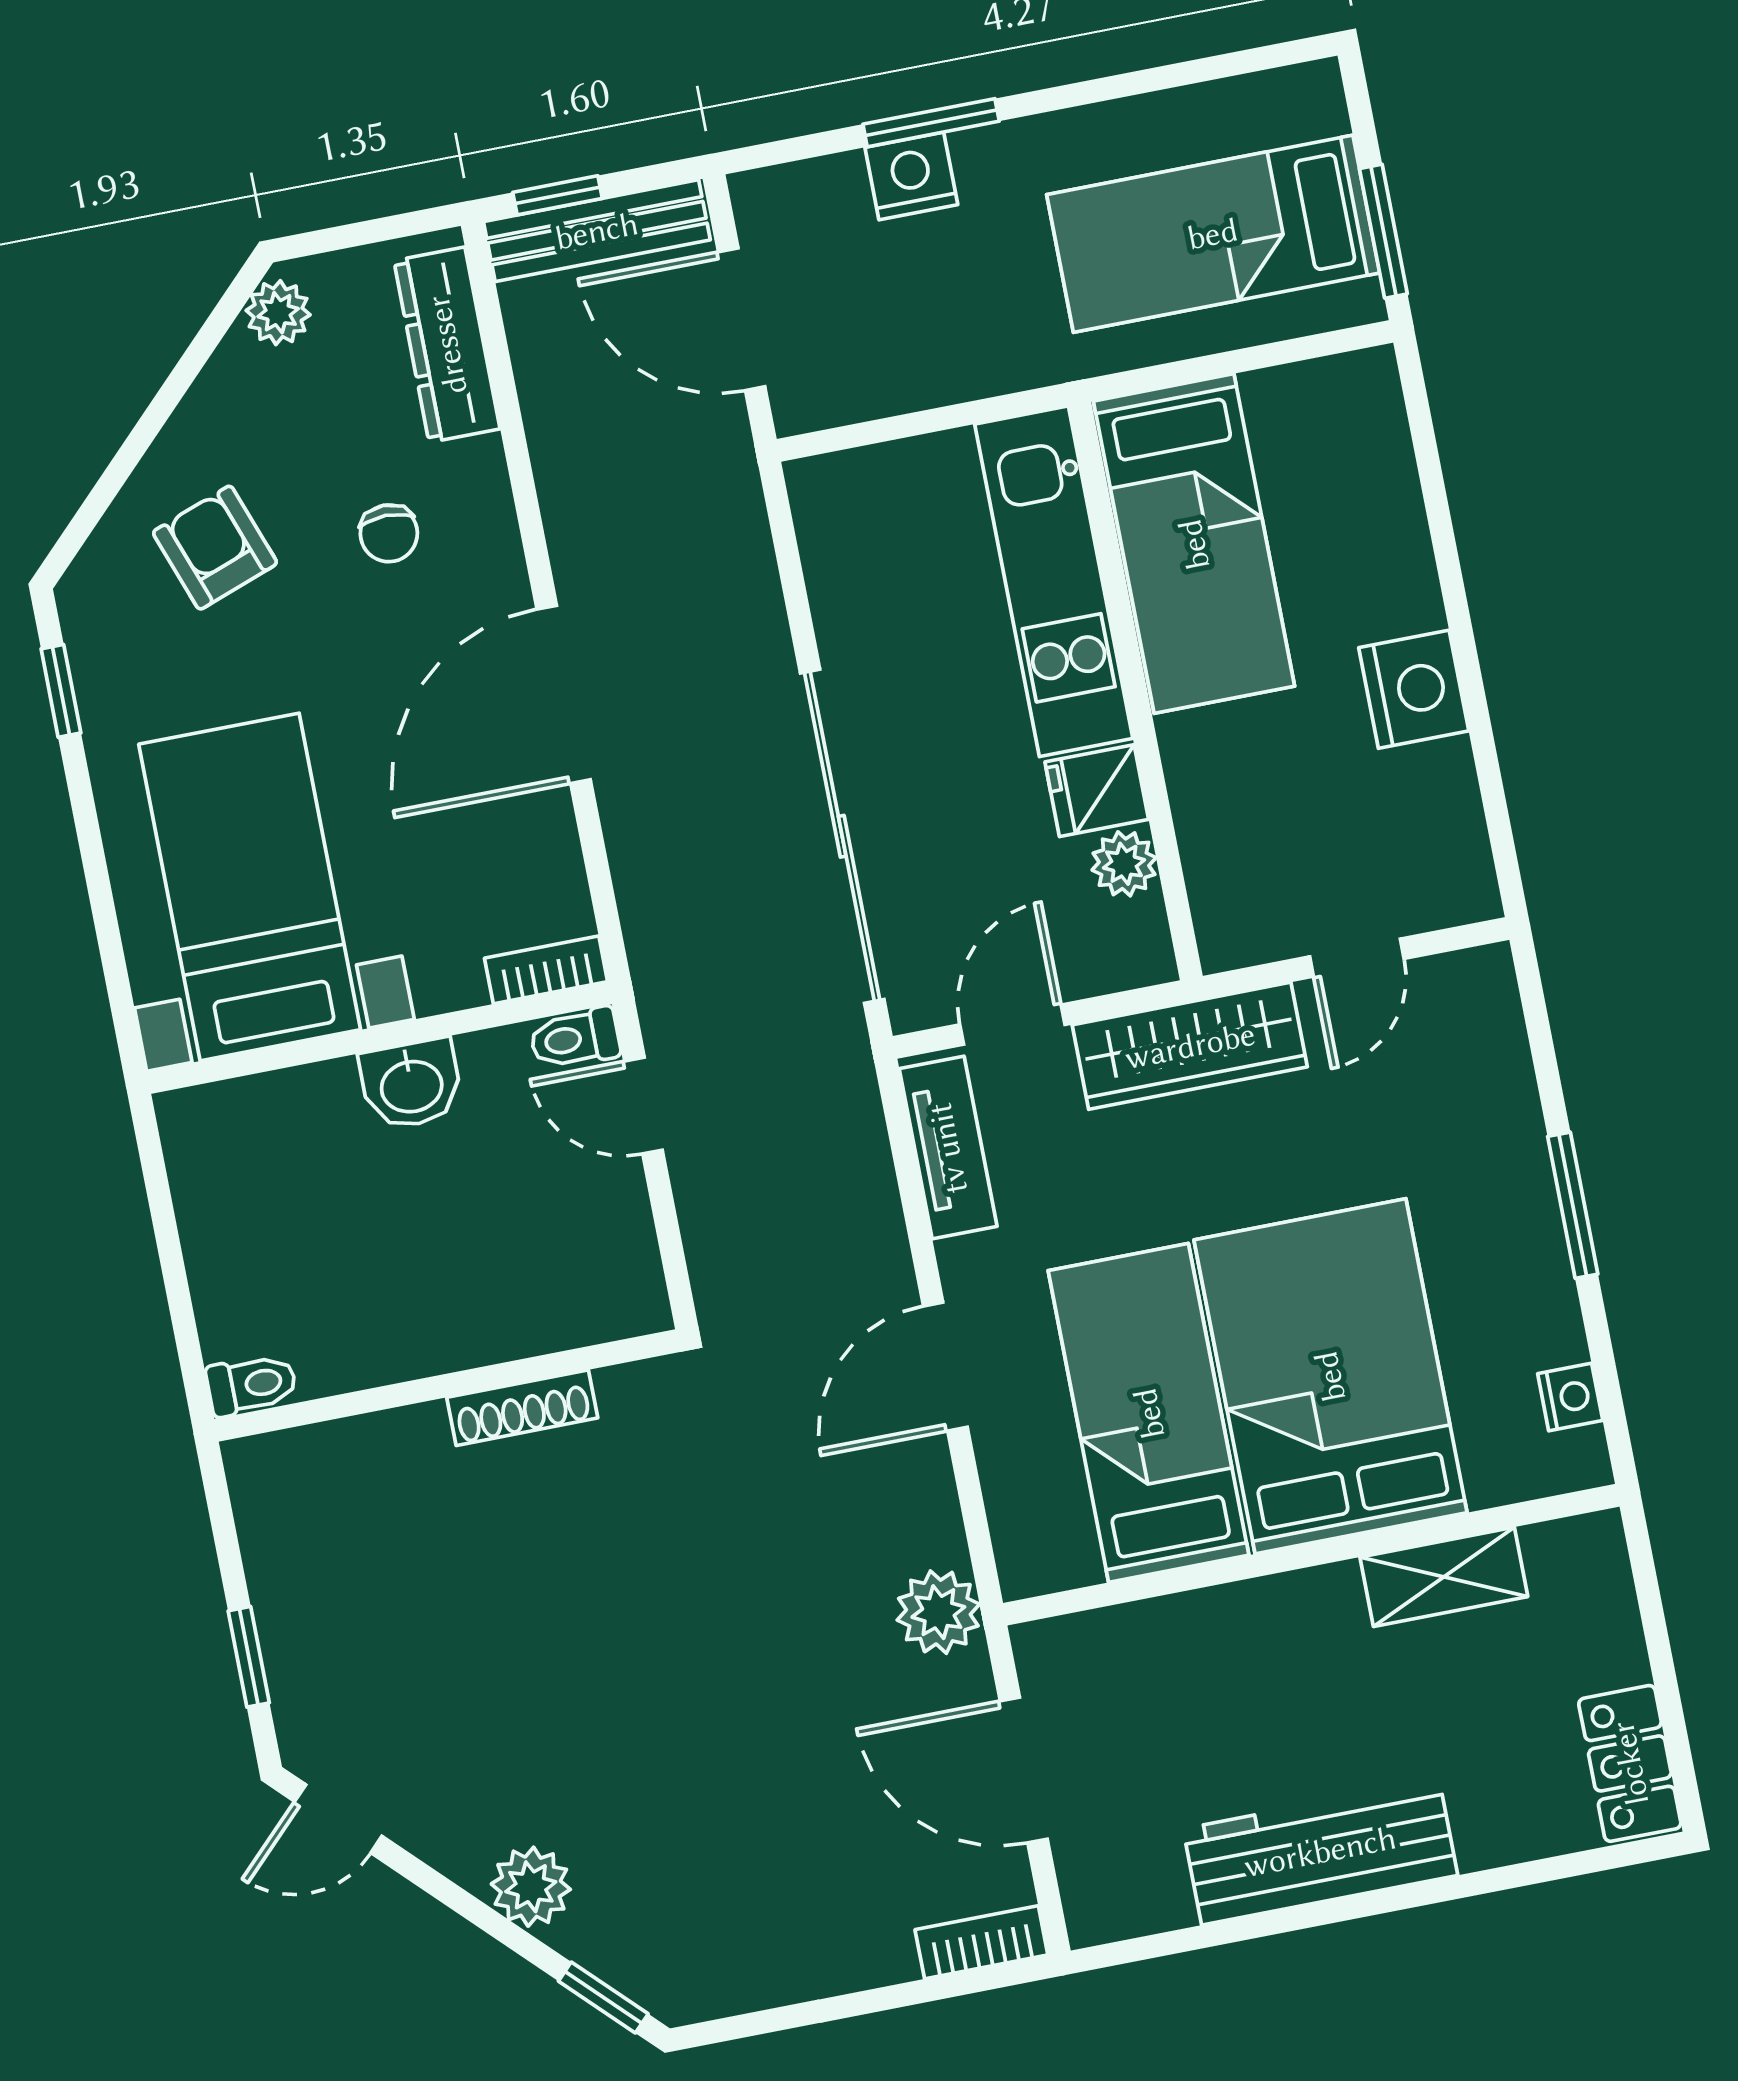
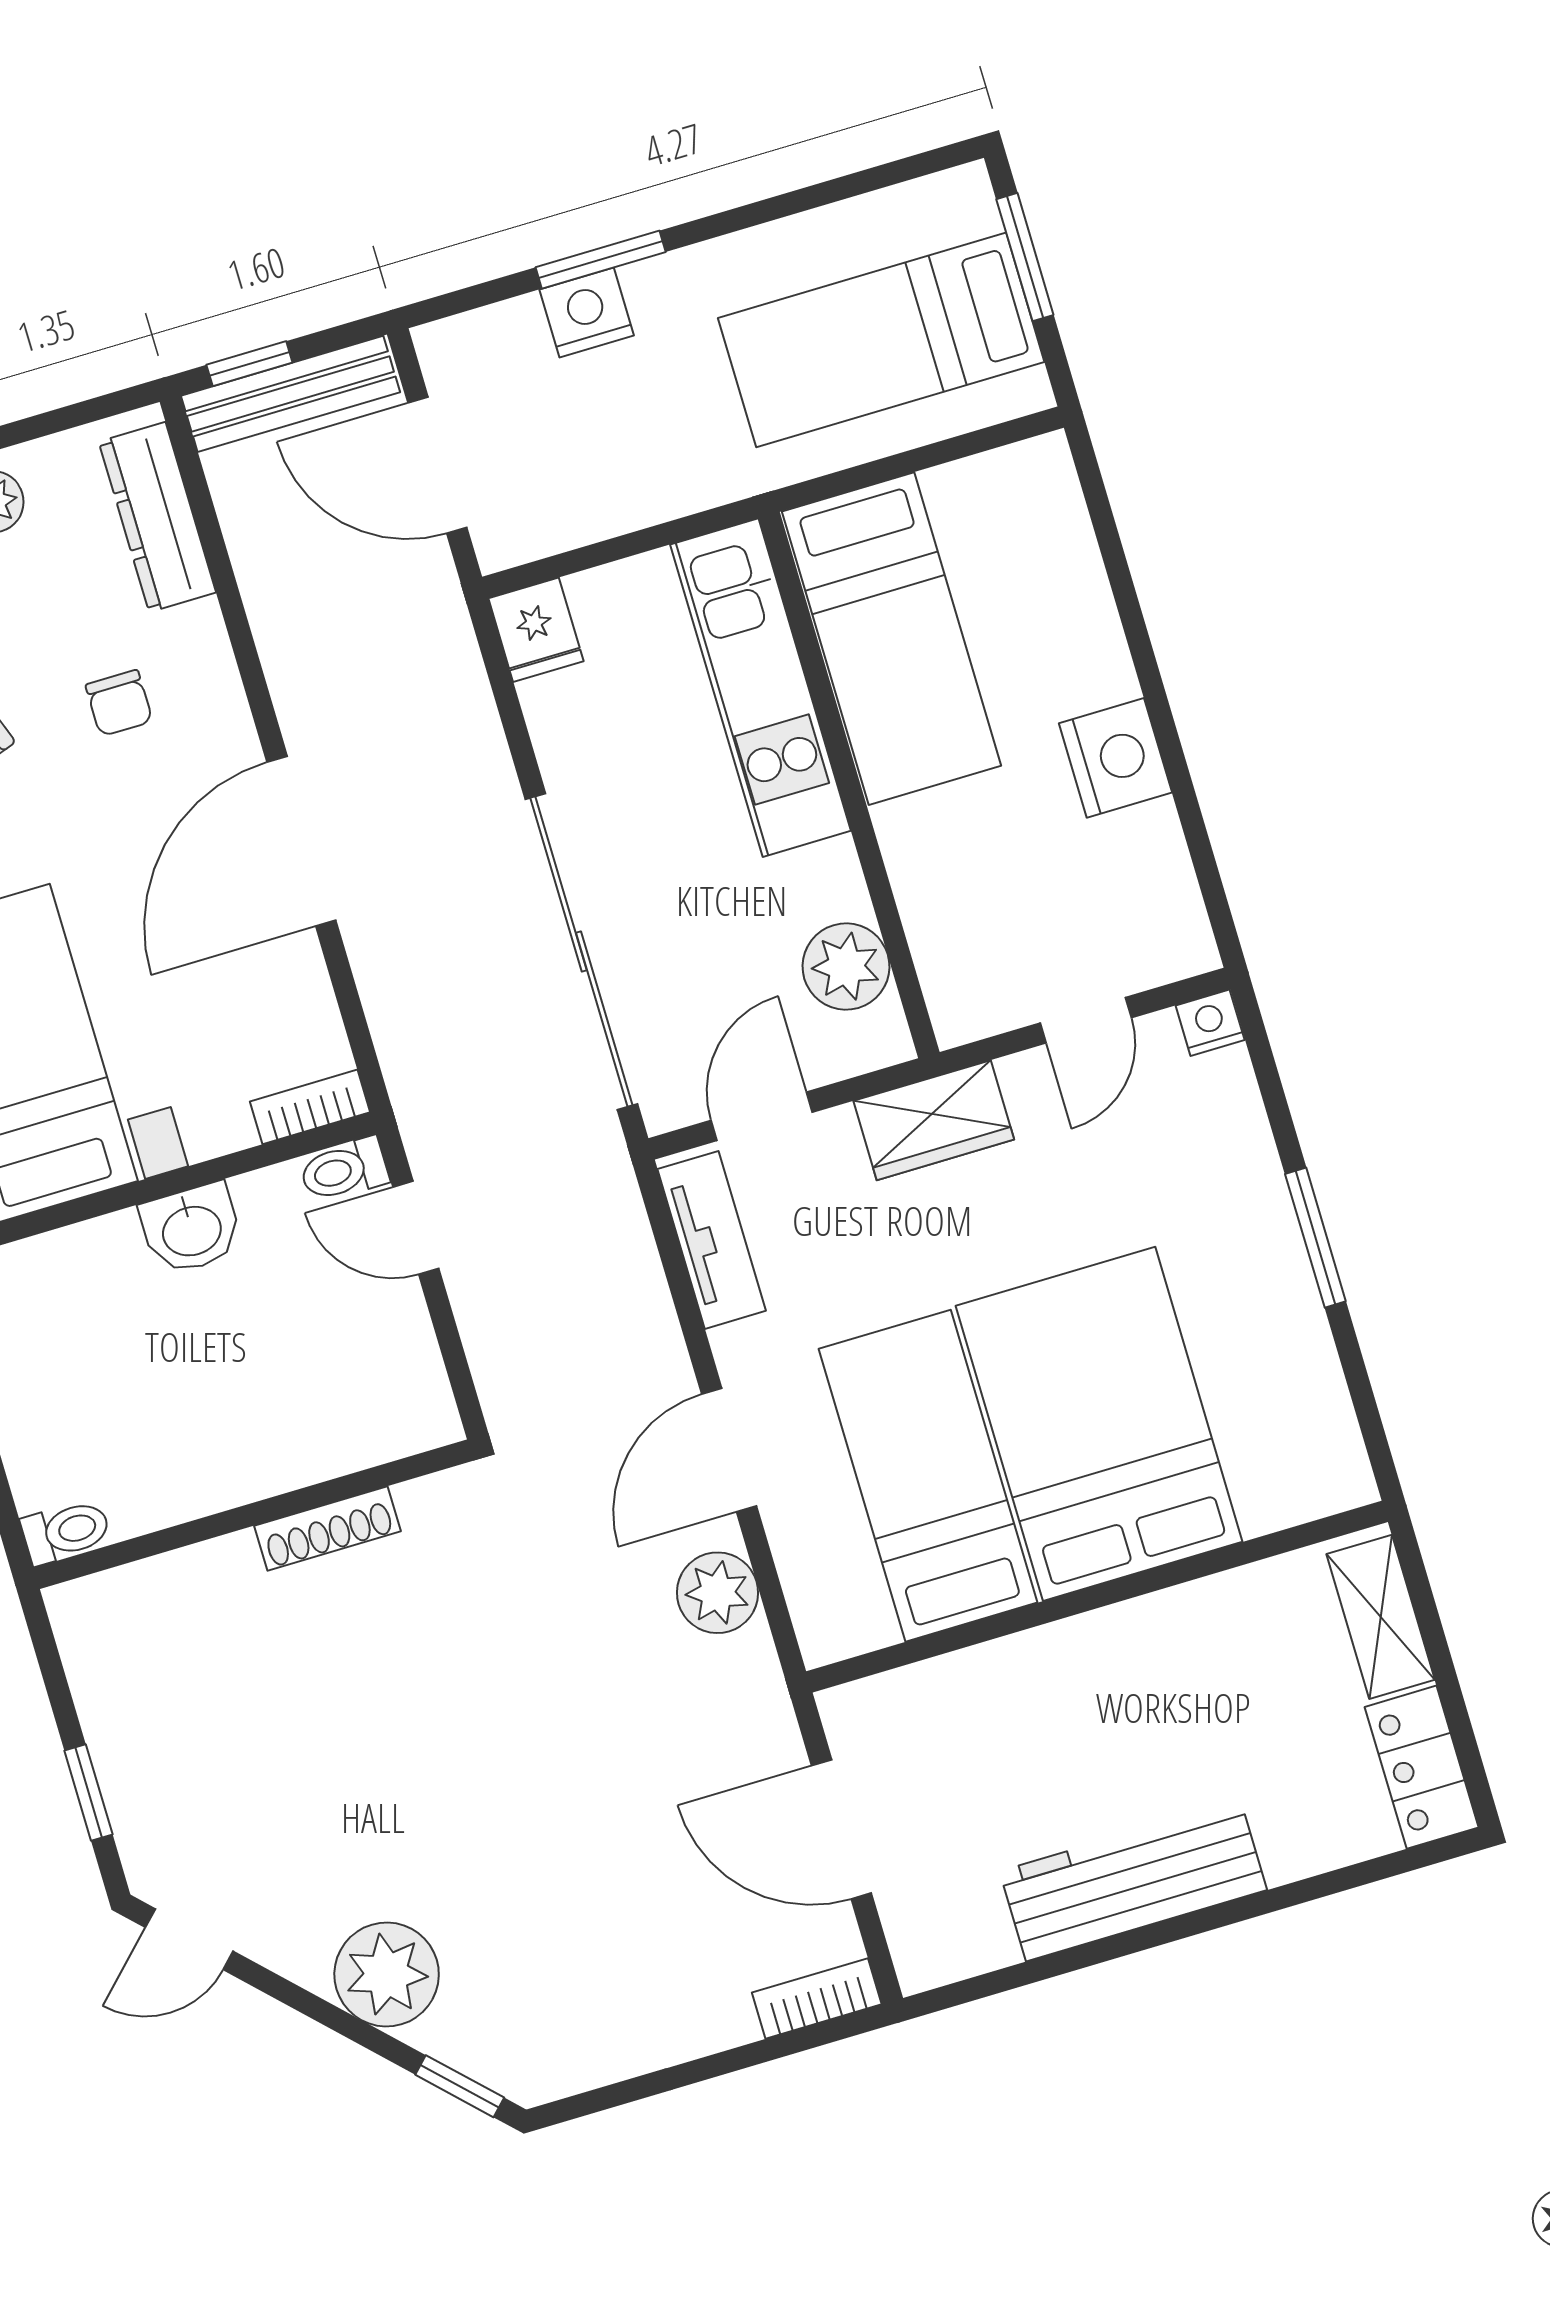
window: (1383, 231) -> (1025, 257), moved
fridge: (1097, 791) -> (536, 630), moved, turned -90
plant: (1124, 864) -> (846, 967), width x1.38, depth x1.38
wardrobe: (1190, 1046) -> (934, 1120), width x0.67
nightstand: (1570, 1397) -> (1210, 1023), moved, turned -90
shelving: (1444, 1577) -> (1381, 1617), moved, turned 90
plant: (938, 1612) -> (717, 1593), moved
plant: (531, 1887) -> (387, 1974), width x1.36, depth x1.36

